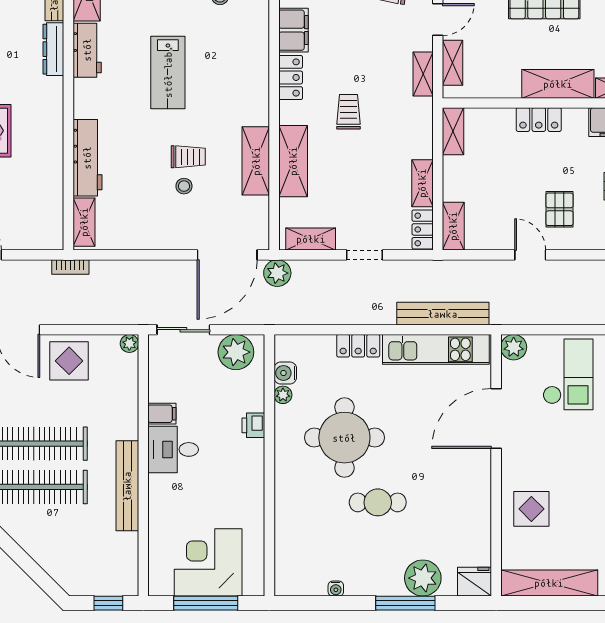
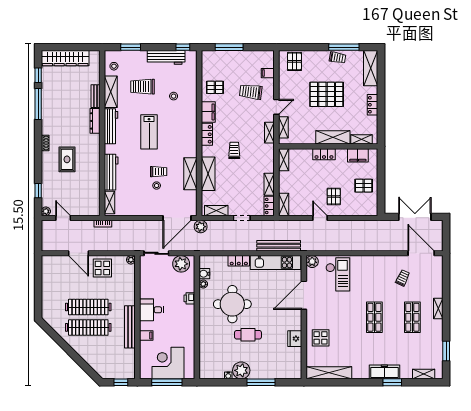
workbench: (87, 50) -> (111, 126), width x1.38
filing cabinet: (162, 414) -> (146, 335), moved
plant: (423, 578) -> (241, 370), moved
fridge: (475, 582) -> (295, 339), moved, turned -90

